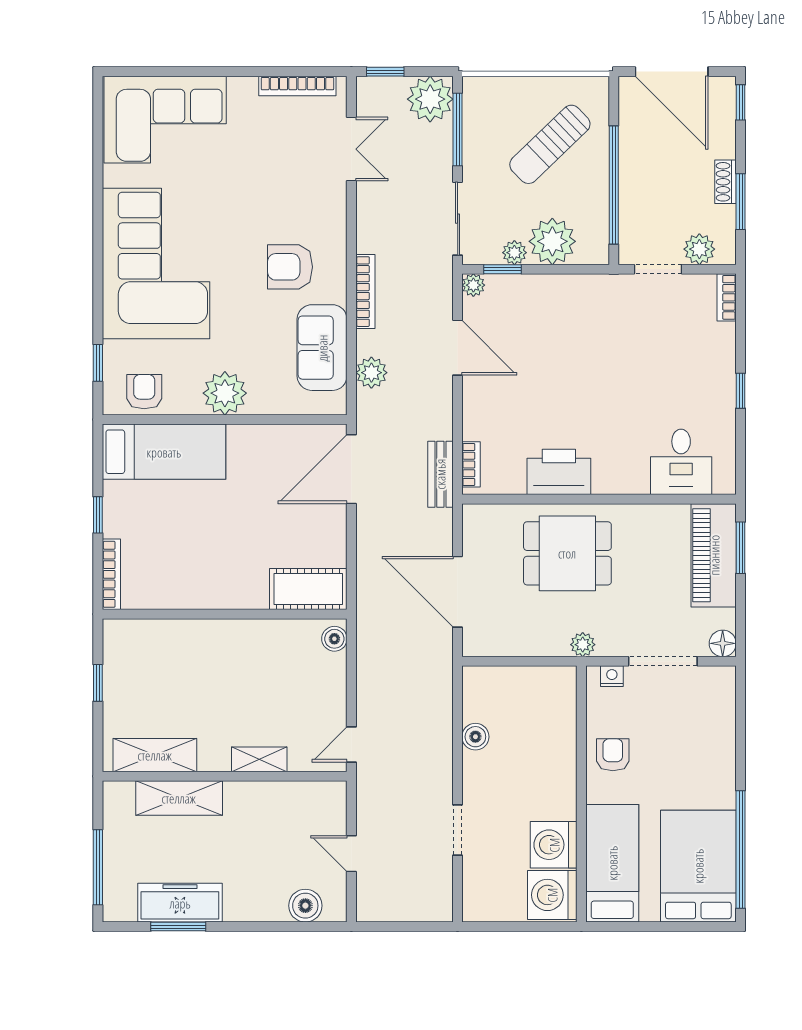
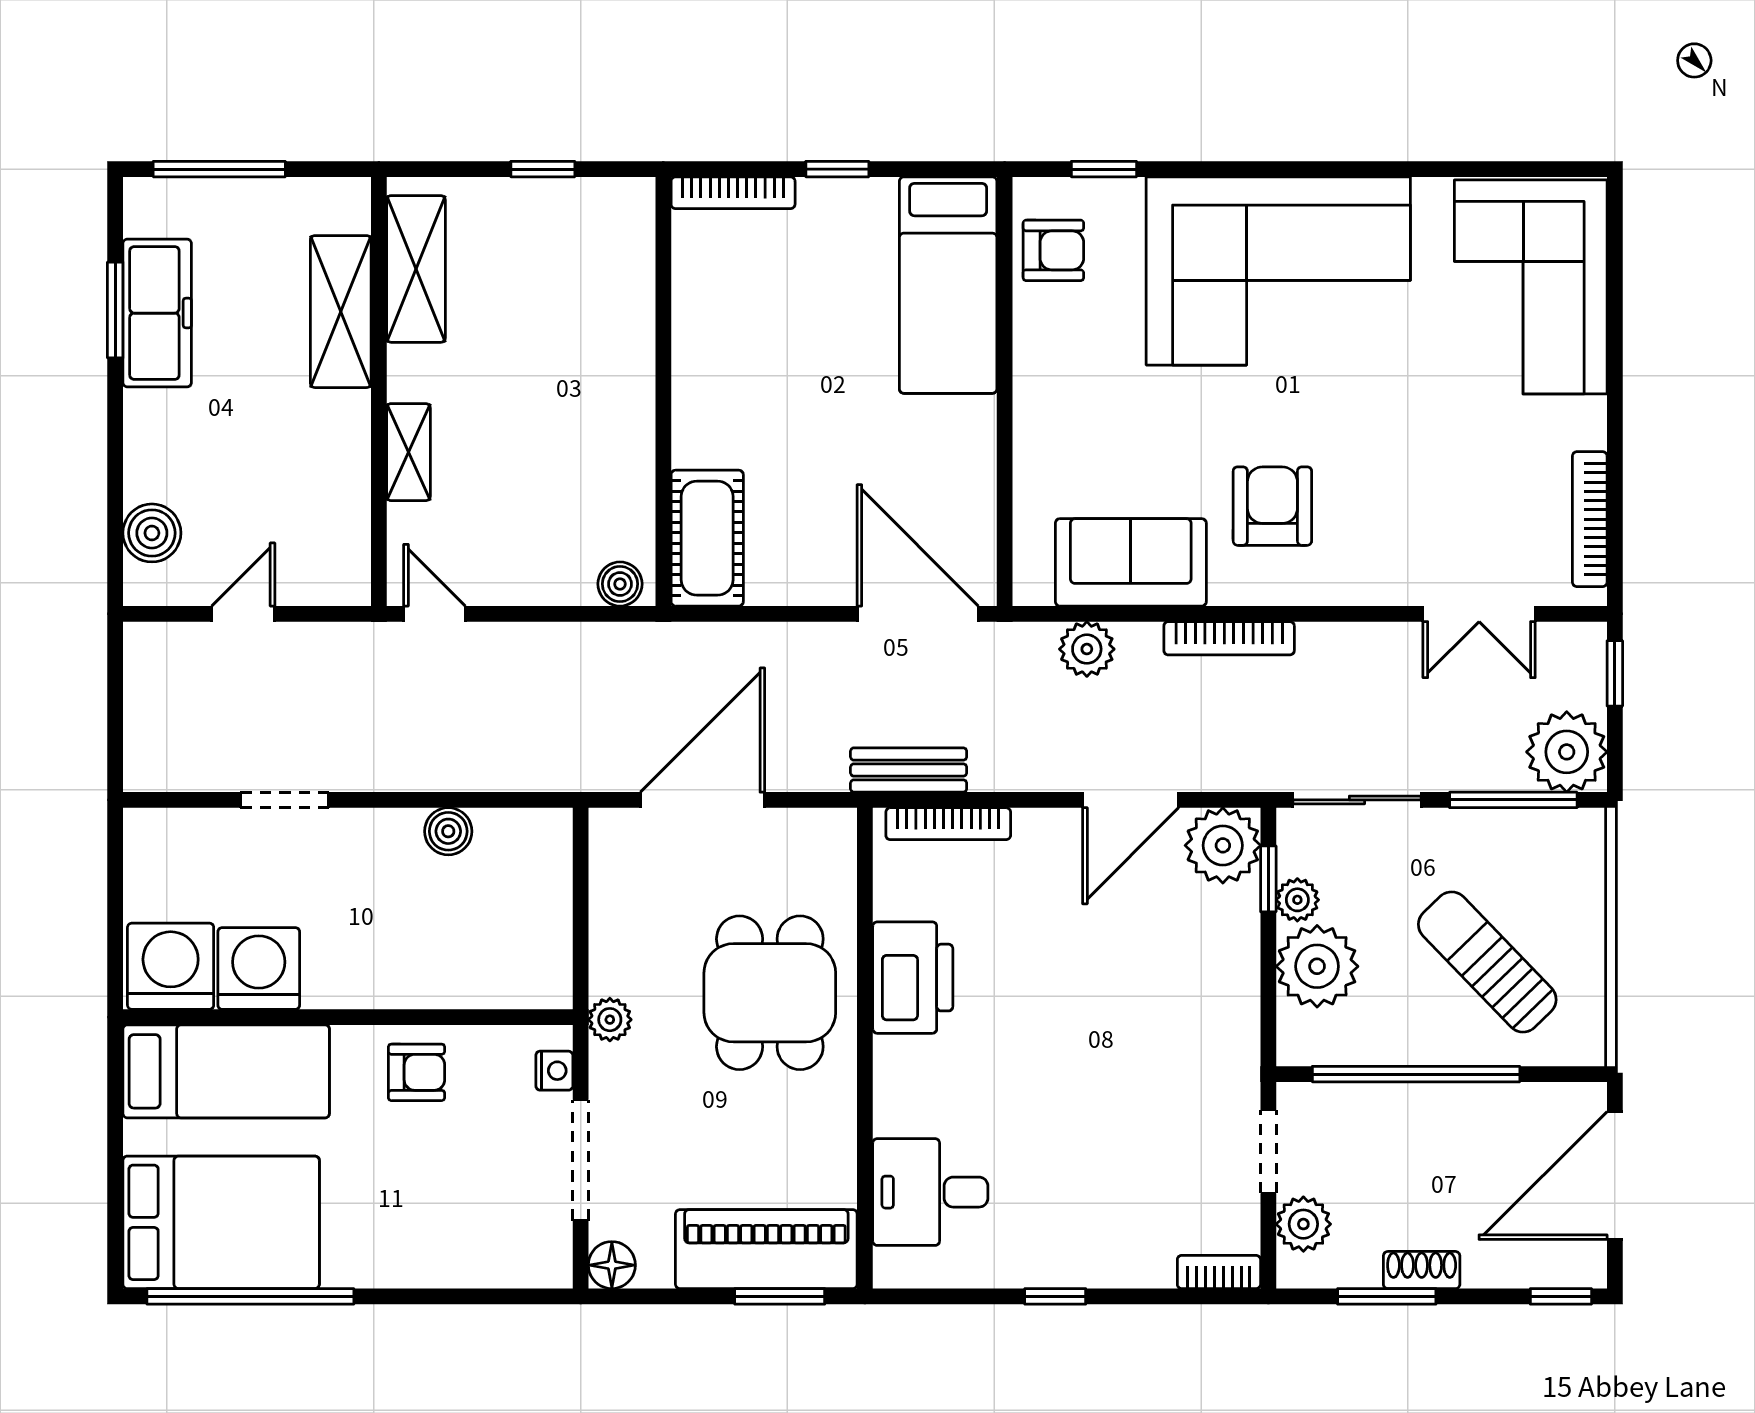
plant: (473, 285) -> (1223, 845), width x1.88, depth x1.88
plant: (225, 393) -> (1051, 392), removed
bookcase: (471, 464) -> (948, 824), width x1.56

